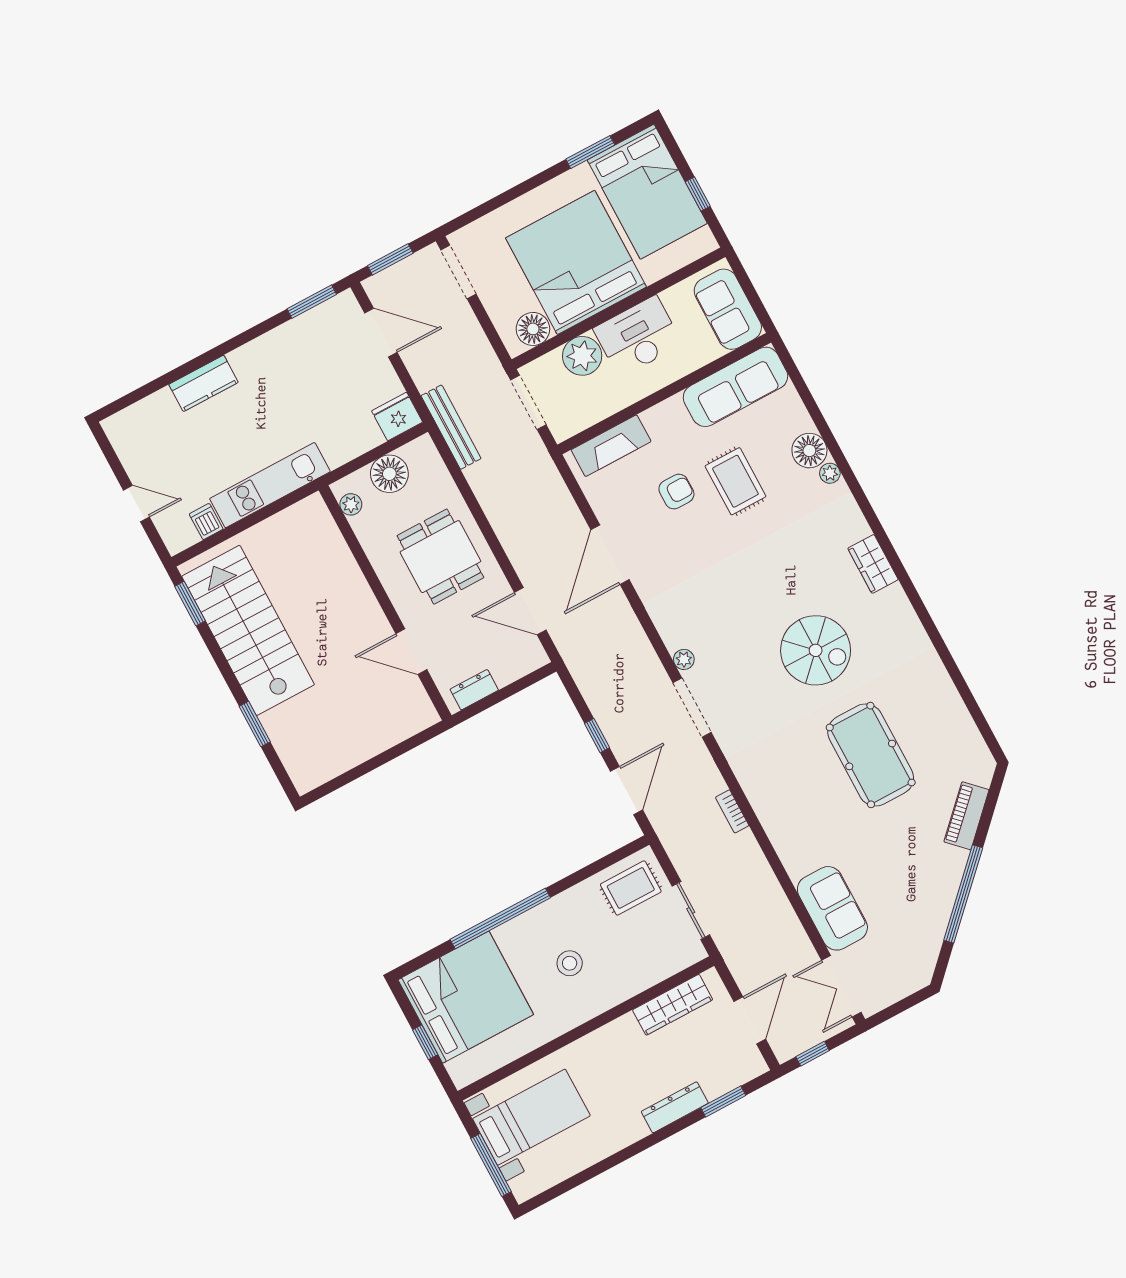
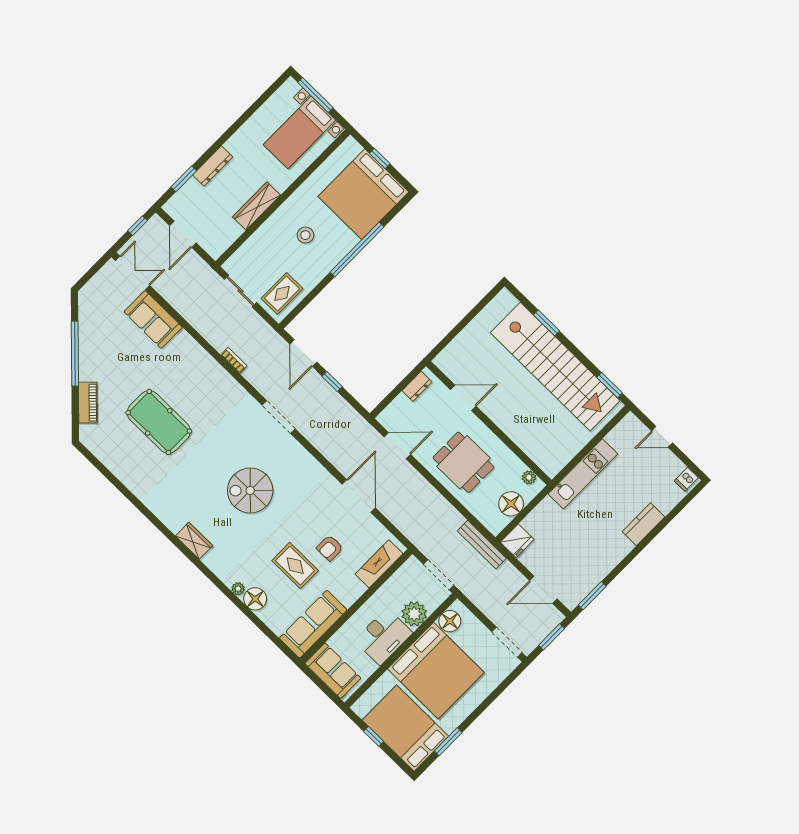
dishwasher: (206, 522) -> (686, 479), moved, turned 90
stairs: (248, 630) -> (555, 367), width x1.36
spiral stairs: (816, 650) -> (250, 491), moved
plant: (684, 659) -> (293, 445), removed
wardrobe: (673, 1005) -> (256, 206), moved

